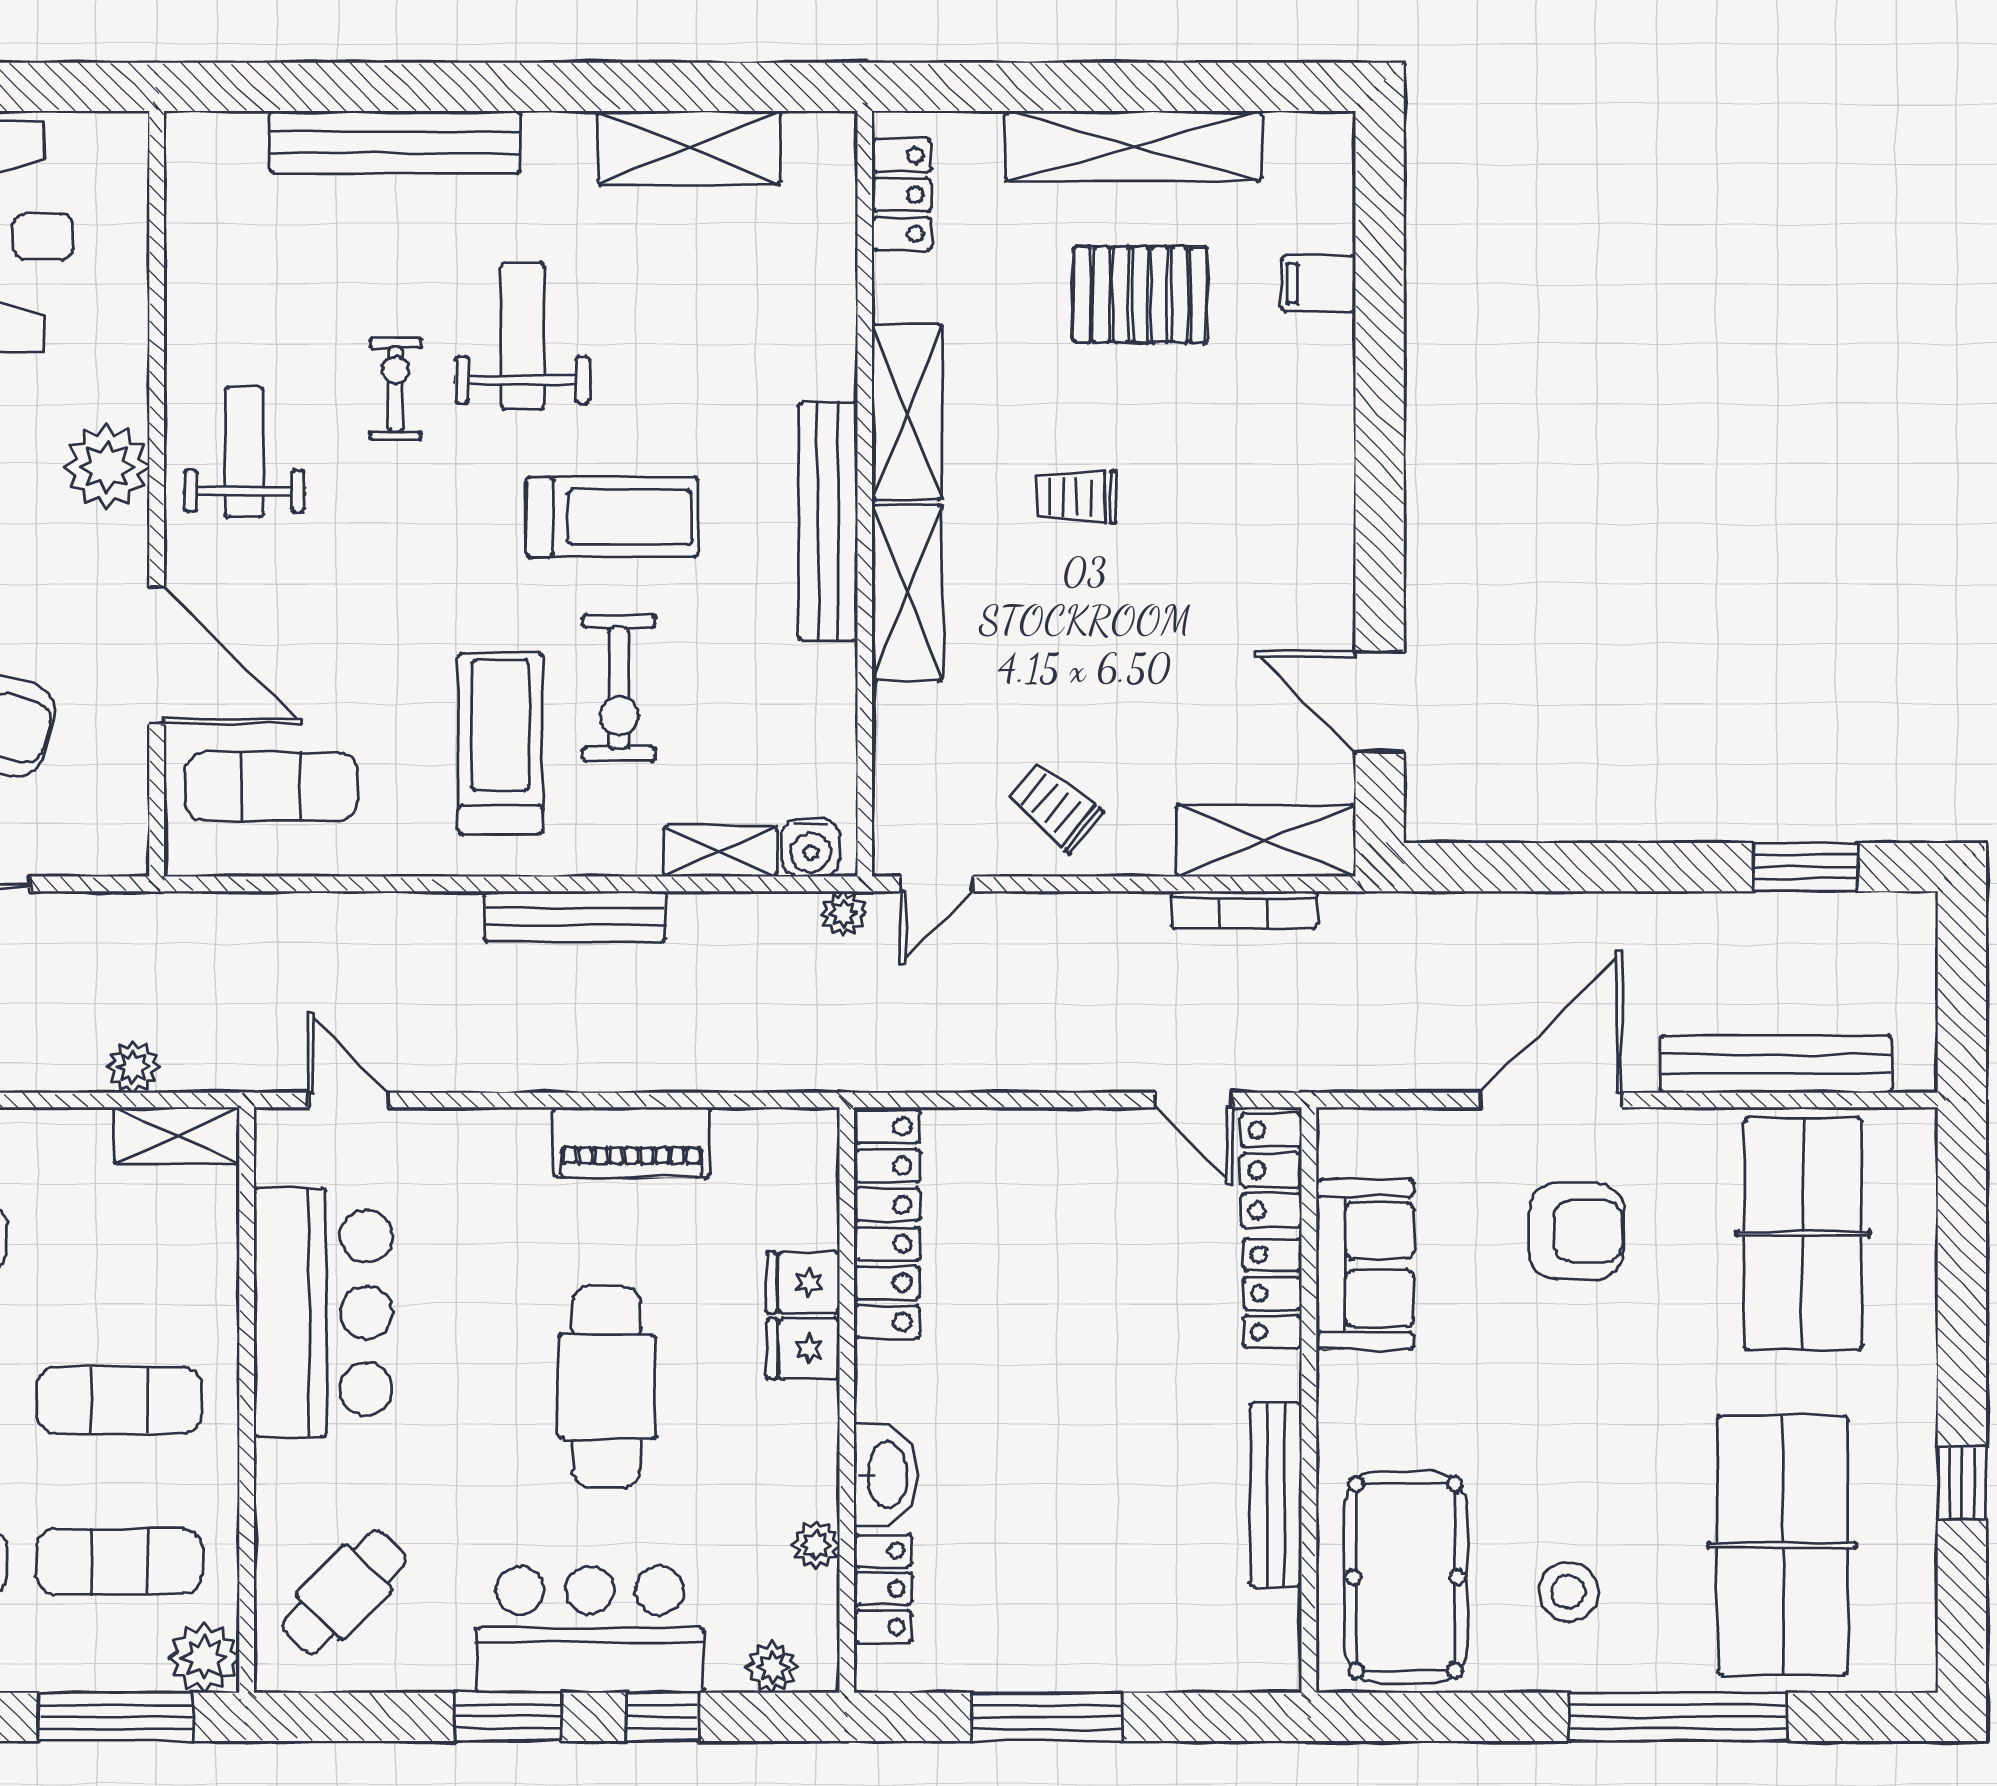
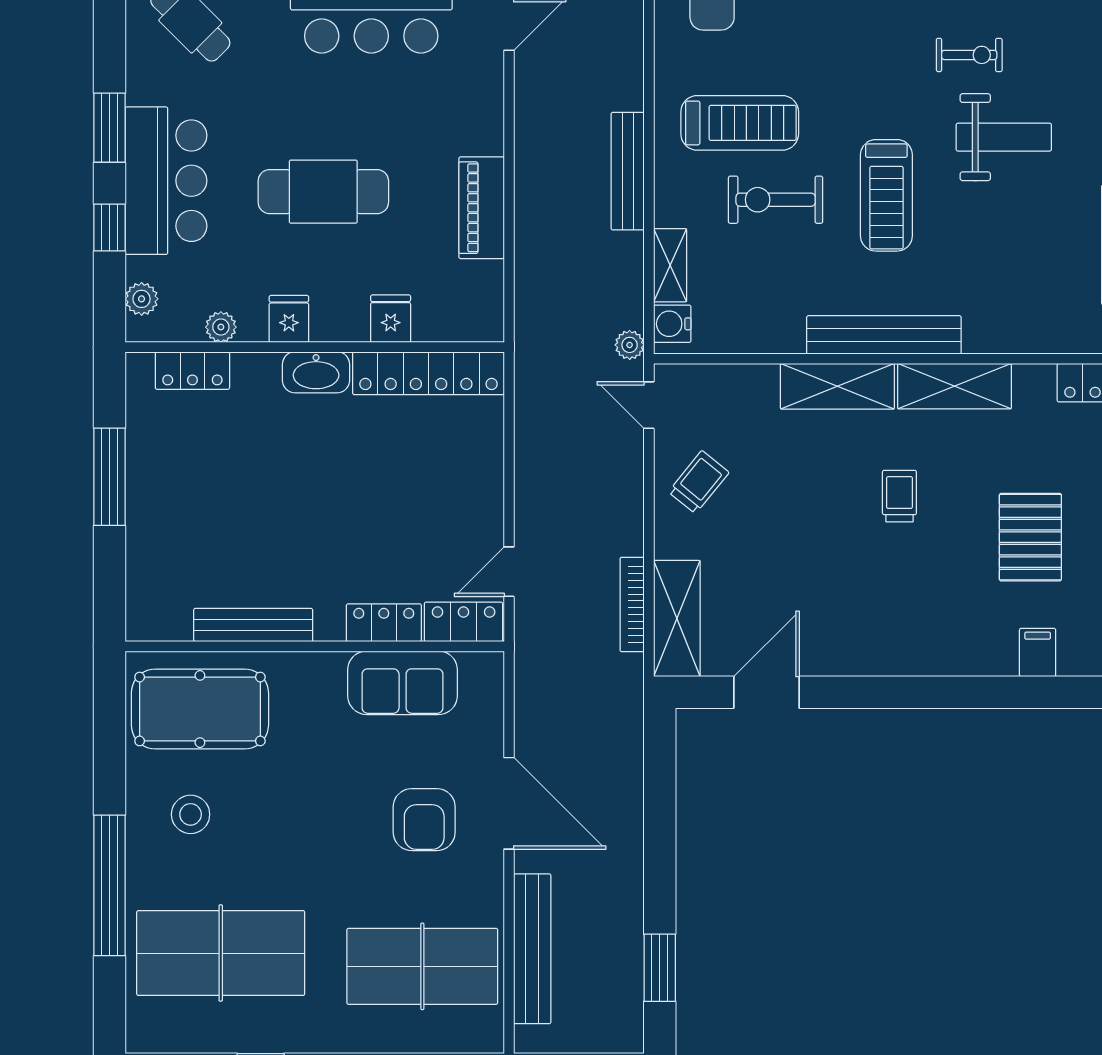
fridge: (803, 1349) -> (289, 319), moved
washbasin: (886, 1475) -> (316, 372), moved

